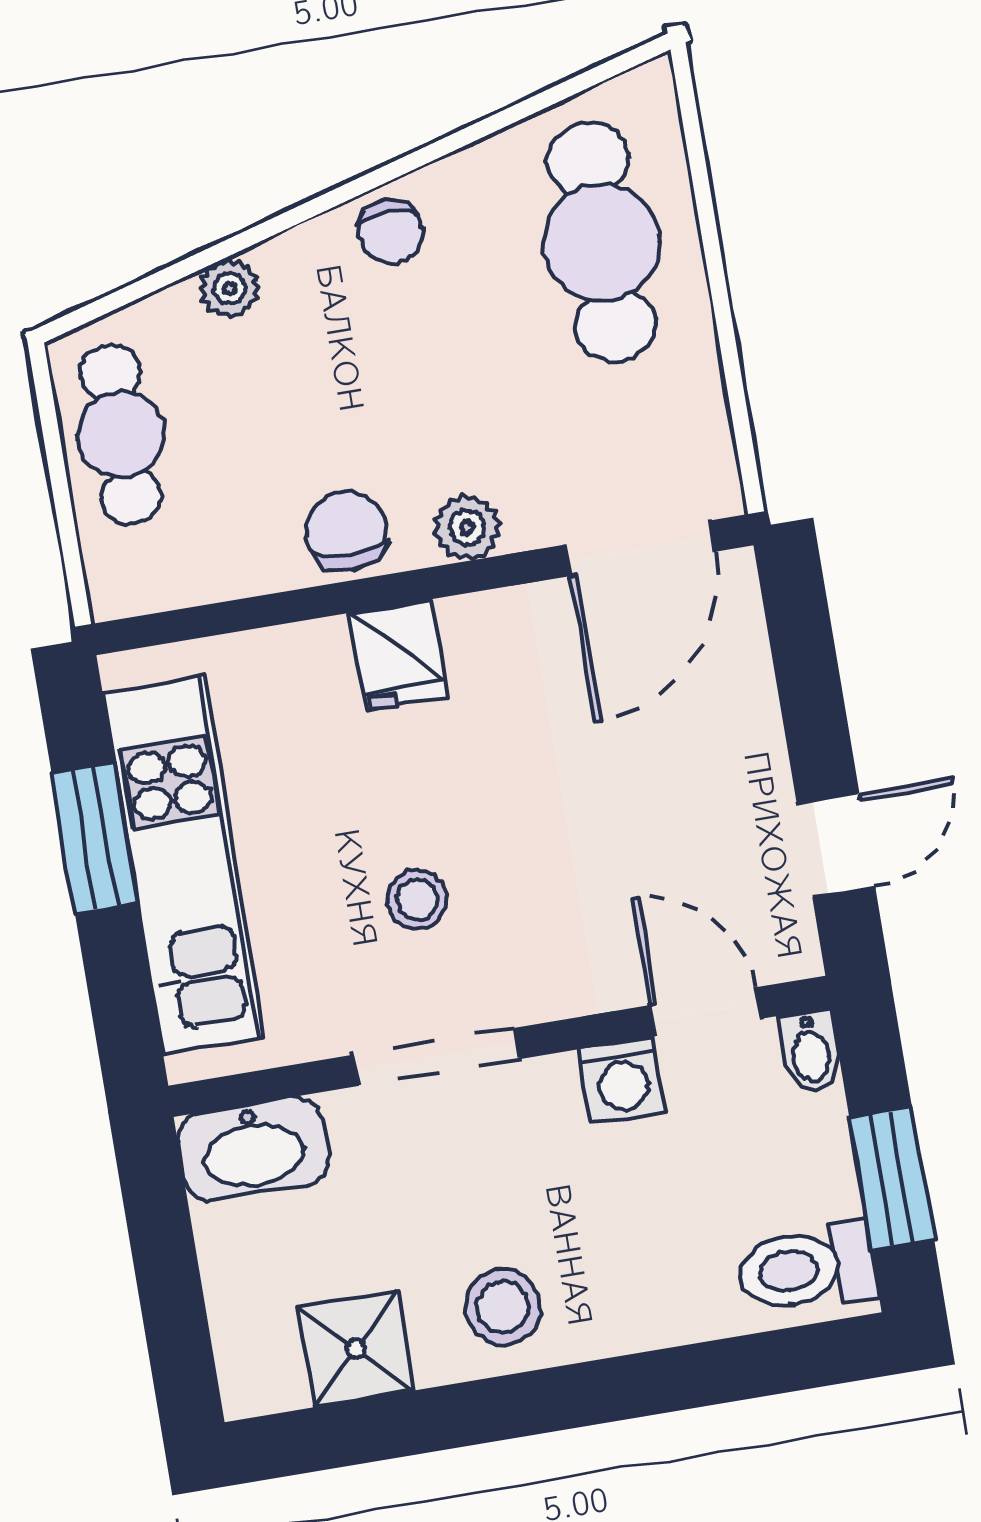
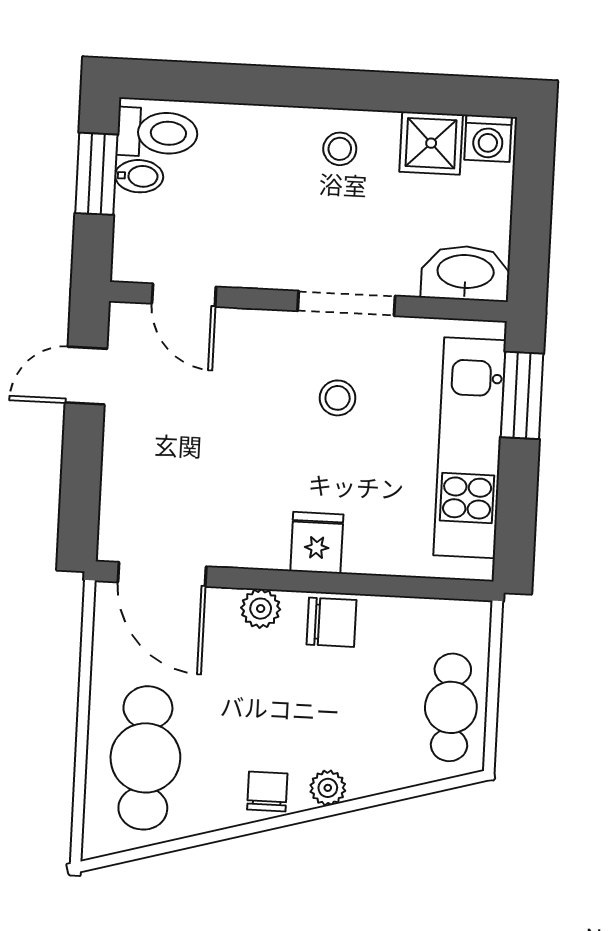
plant: (230, 289) -> (328, 788), moved
chair: (347, 531) -> (331, 622), turned -90
door: (640, 548) -> (162, 574), swing flipped
window: (95, 838) -> (522, 395), moved
bidet: (811, 1051) -> (139, 176), moved, turned 90
washing machine: (622, 1080) -> (488, 138), moved, turned 180
stool: (503, 1307) -> (340, 149), width x0.73, depth x0.73

